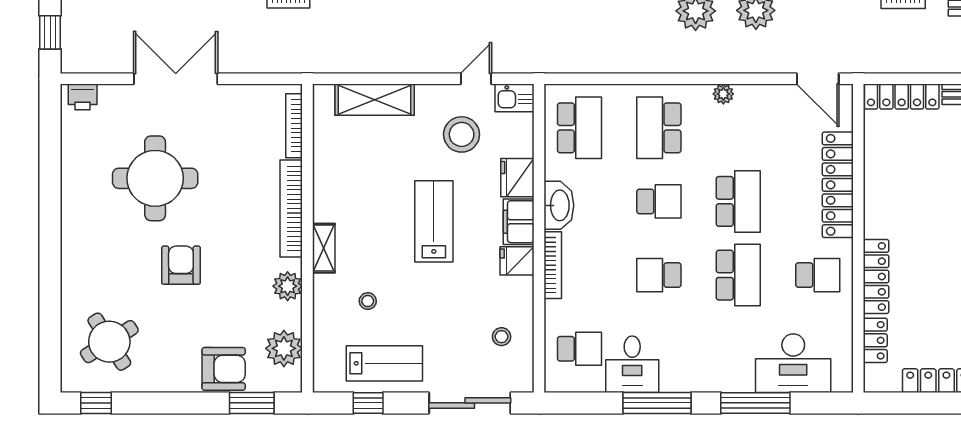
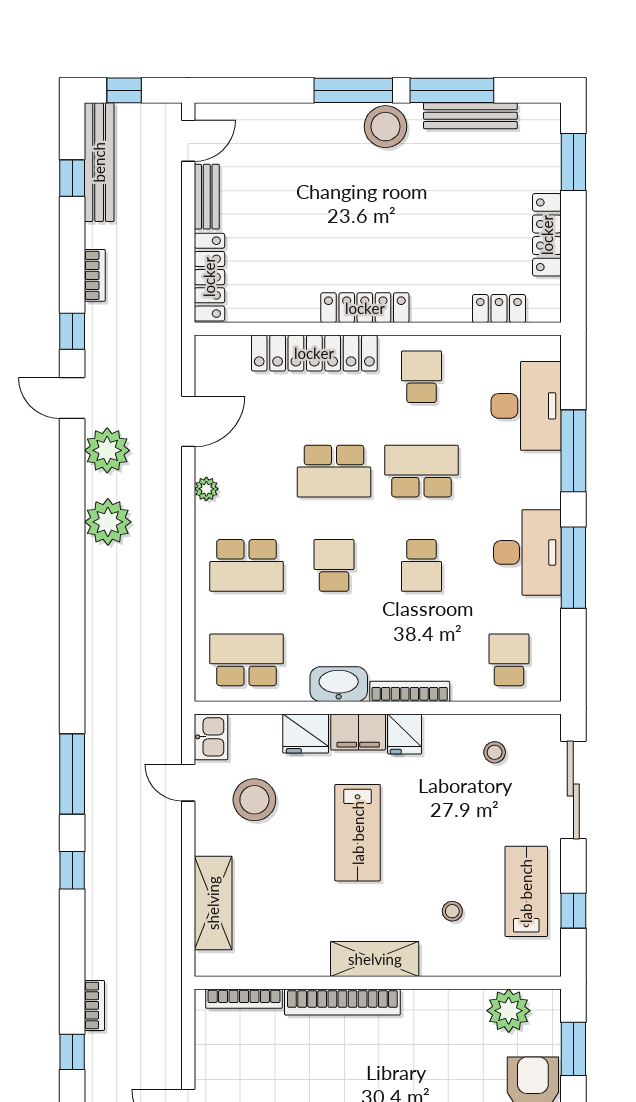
door: (818, 79) -> (188, 421), moved
school desk: (738, 201) -> (334, 471), turned 180
lab bench: (434, 221) -> (358, 833), turned -90
shelving: (324, 248) -> (375, 959), width x1.50, depth x1.33
locker: (876, 277) -> (365, 308), moved
plant: (288, 286) -> (435, 1006), removed
desk: (632, 364) -> (527, 552), moved, width x1.37

